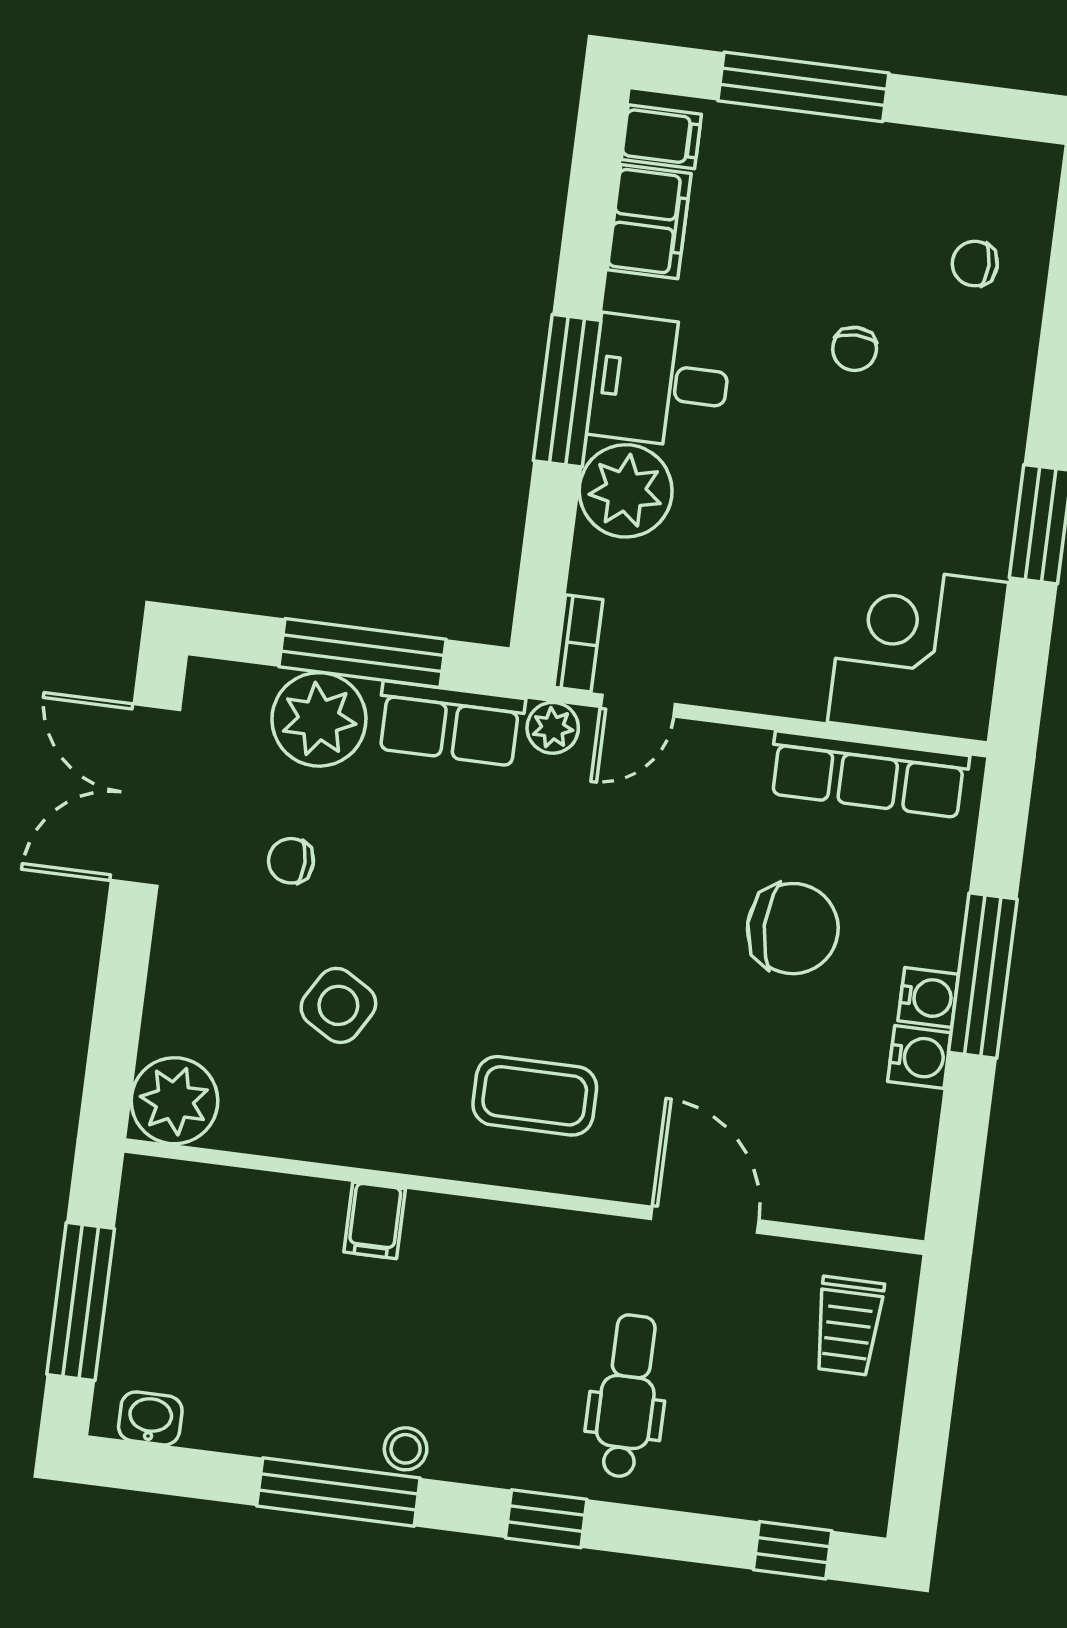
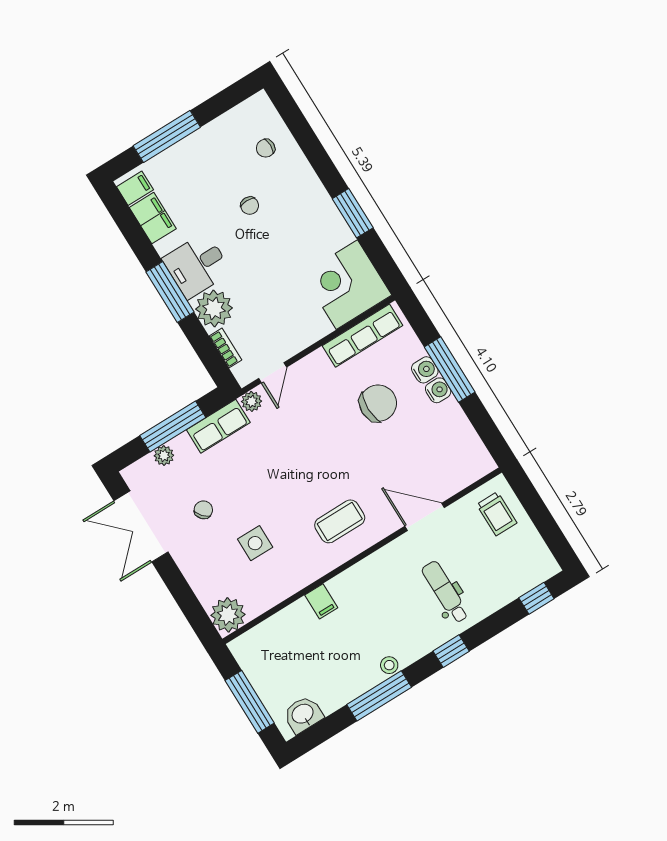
bookcase: (578, 643) -> (225, 348), moved
plant: (319, 719) -> (164, 456), width x0.53, depth x0.53
chair: (291, 861) -> (203, 510), turned 139
side table: (338, 1005) -> (255, 543), turned -31
water cooler: (919, 1057) -> (425, 370), moved
washbasin: (150, 1418) -> (303, 714), width x1.38, depth x1.45

